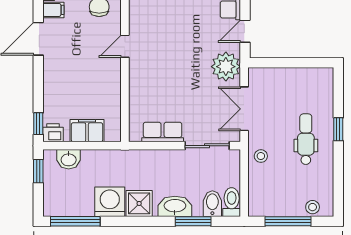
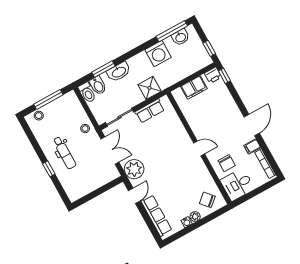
door: (125, 46) -> (199, 148), hinge flipped
washbasin: (69, 159) -> (180, 37), moved, turned 180
shower: (139, 203) -> (150, 88), moved

